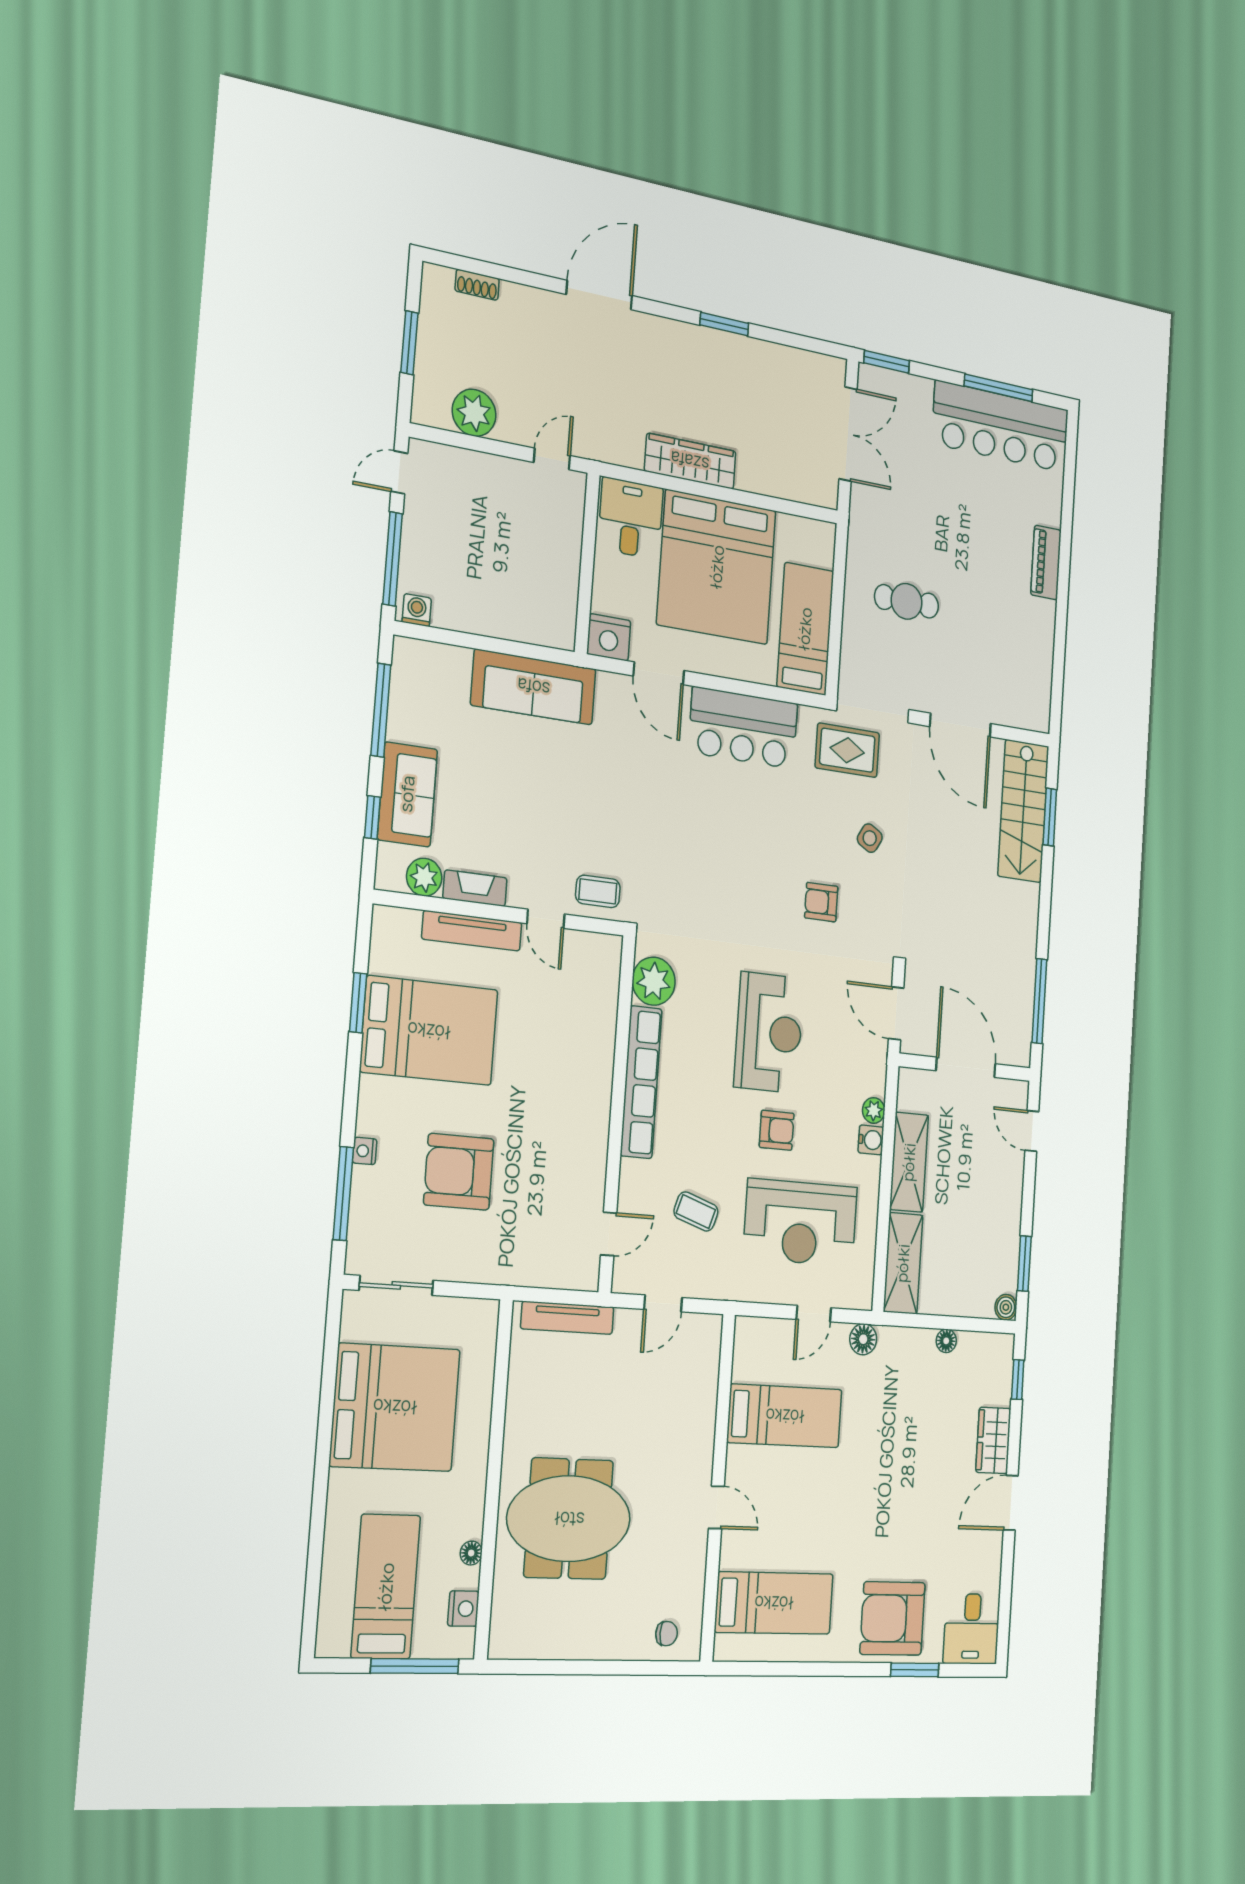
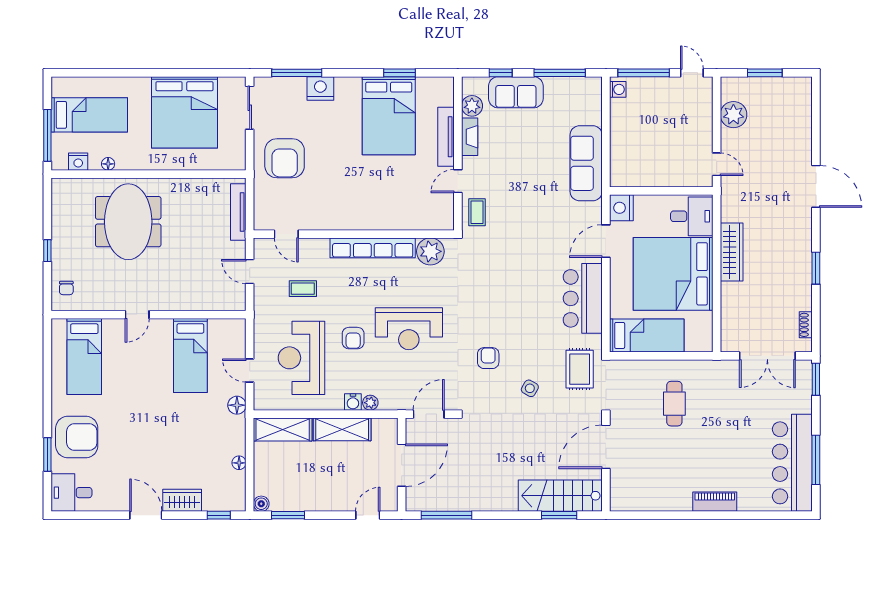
shoe rack: (477, 285) -> (806, 325), moved
nightstand: (365, 1151) -> (320, 89), width x1.89, depth x1.79
armchair: (459, 1172) -> (285, 158), moved, turned 180
coffee table: (696, 1211) -> (303, 289), turned 72
armchair: (893, 1618) -> (77, 437), turned 90
window: (605, 1668) -> (47, 251), added

